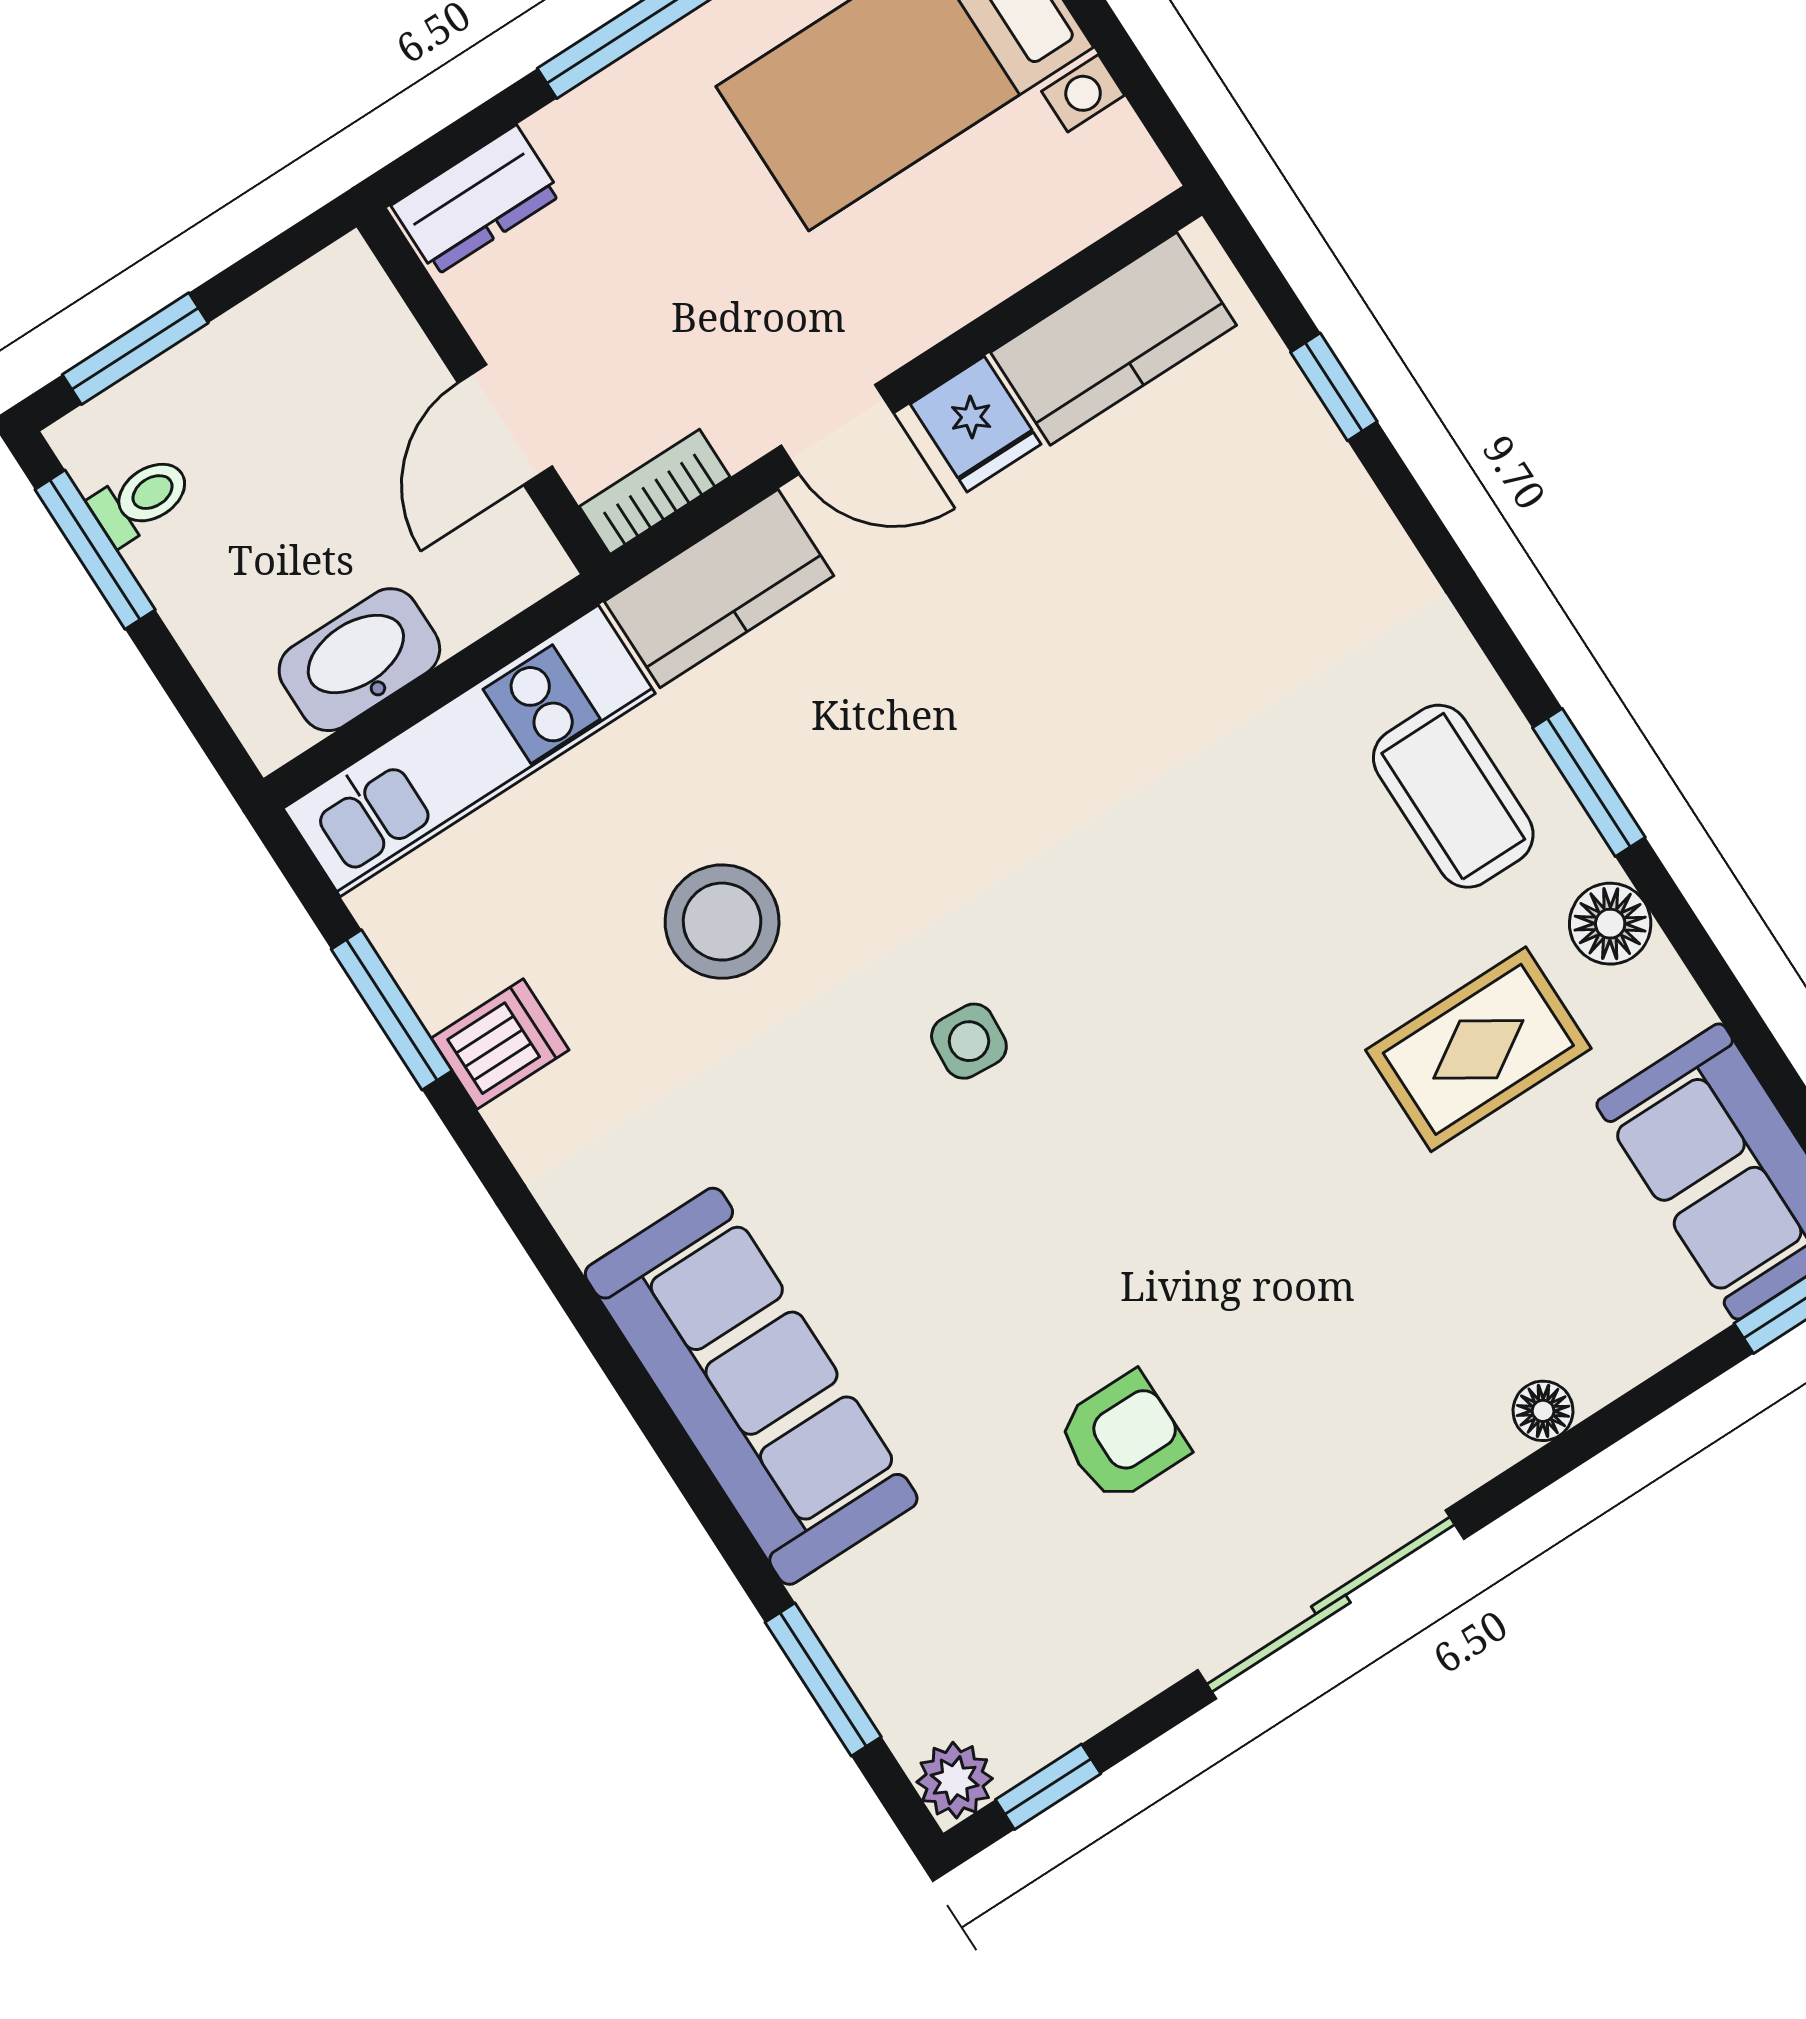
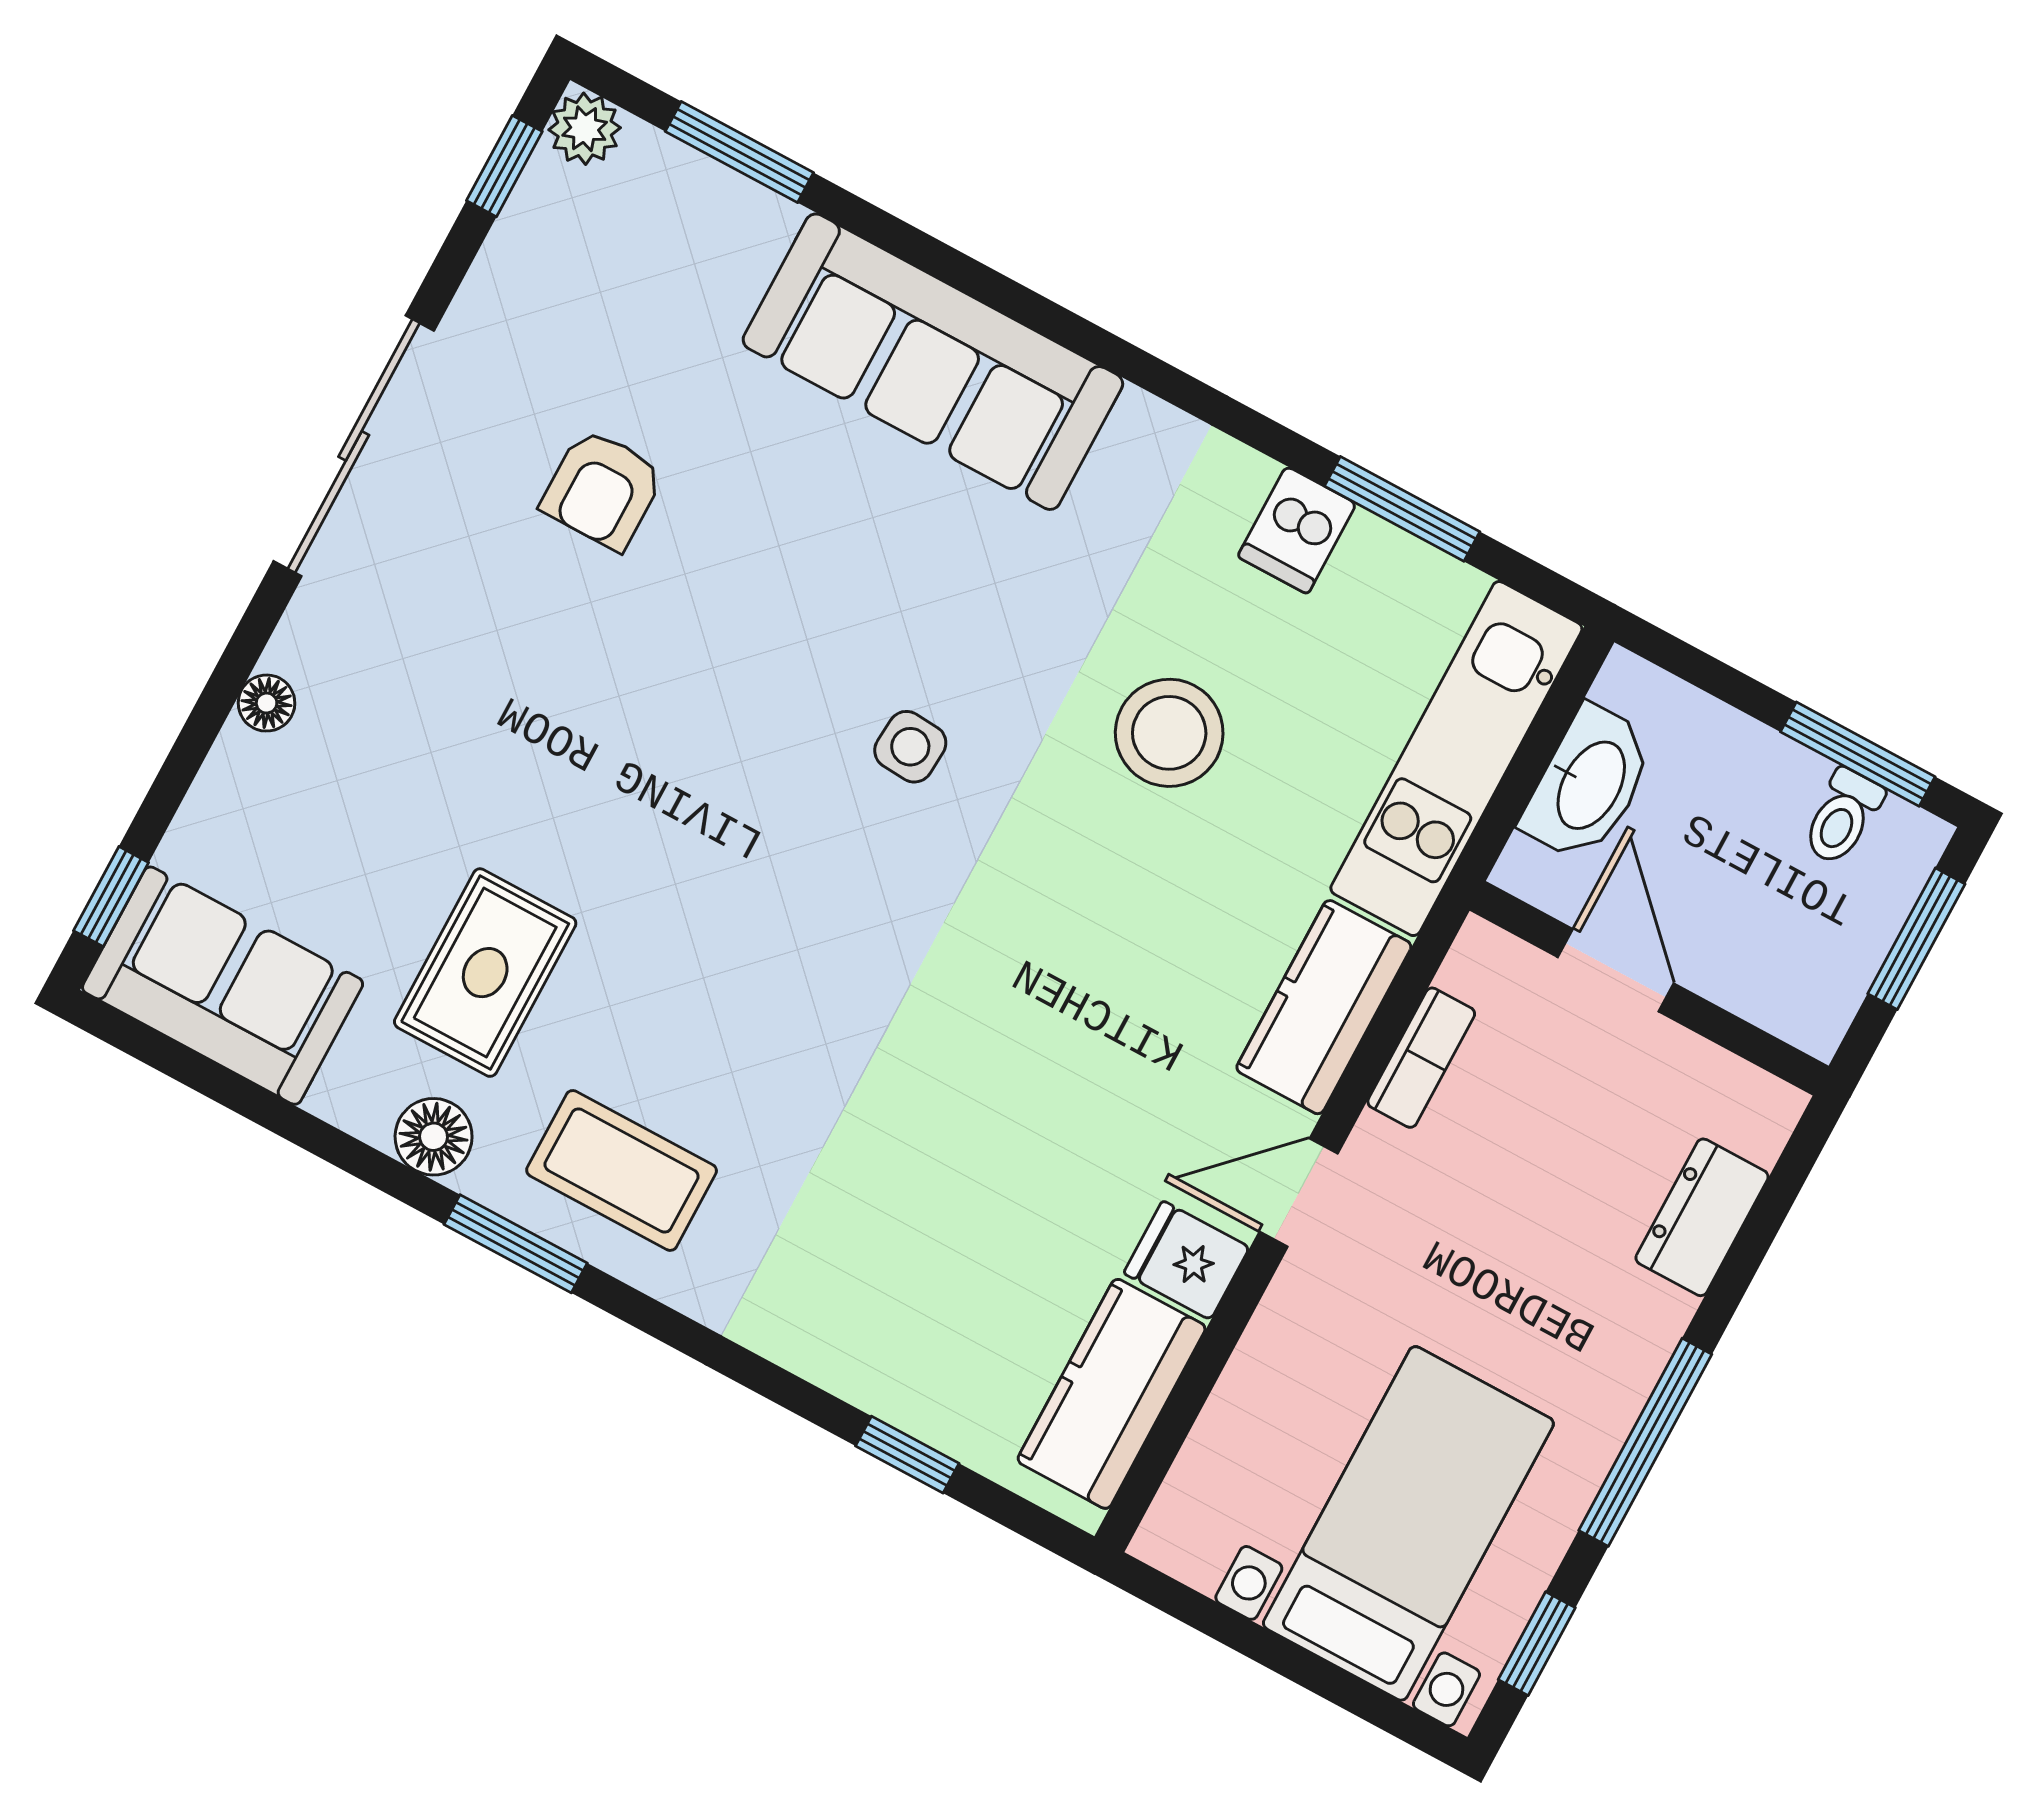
wall: (483, 391) -> (1649, 988), moved
door: (505, 425) -> (1616, 970), moved

